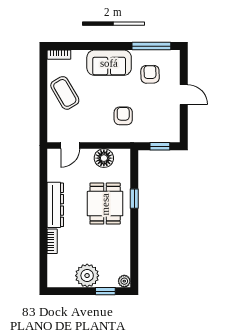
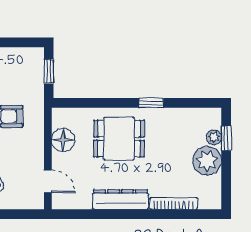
window: (134, 199) -> (151, 103), moved
bookcase: (52, 241) -> (174, 203), width x1.56
plant: (124, 281) -> (214, 137), moved

